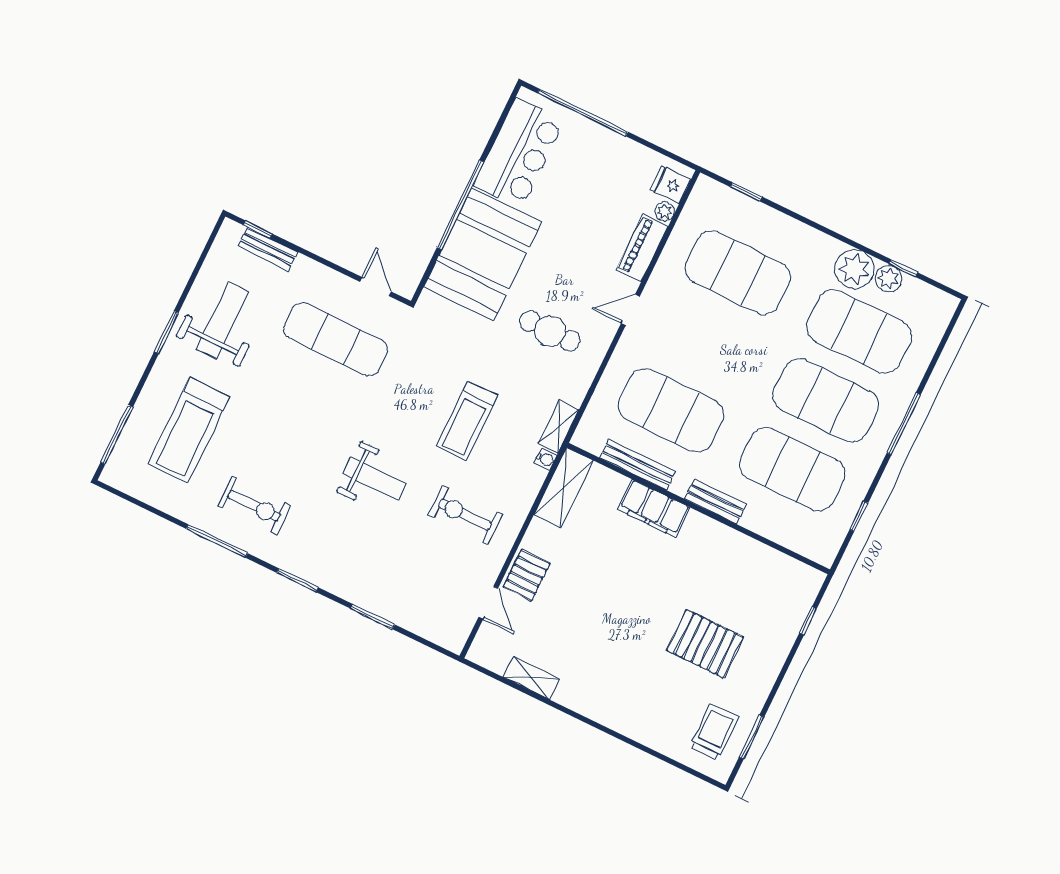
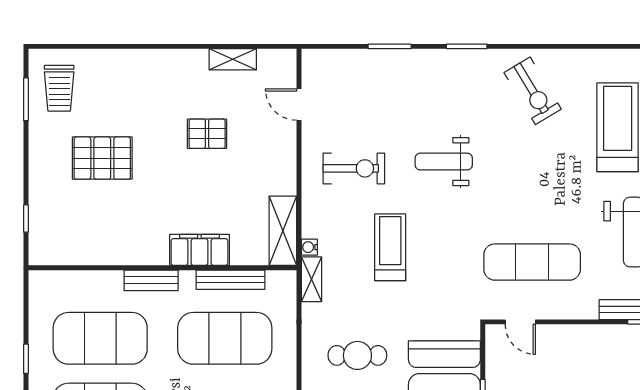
exercise bike: (254, 506) -> (533, 91), turned -121
window: (859, 516) -> (26, 359), moved
window: (217, 541) -> (550, 46), removed
pallet: (527, 575) -> (207, 134), moved, turned 90

